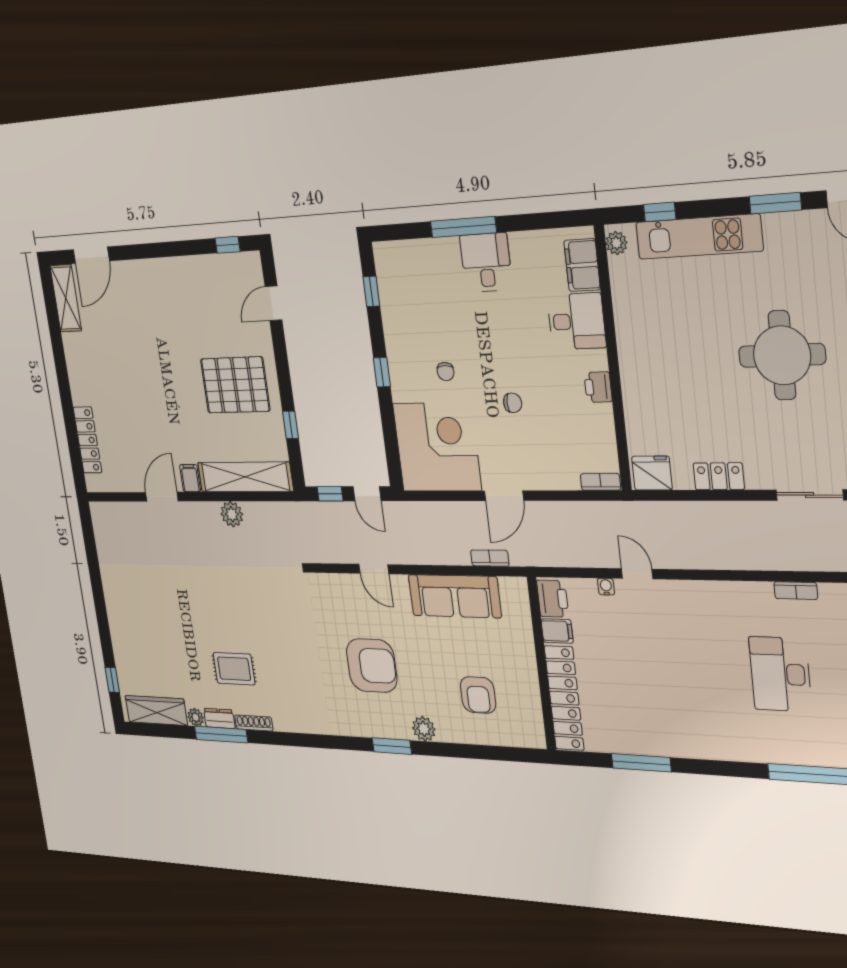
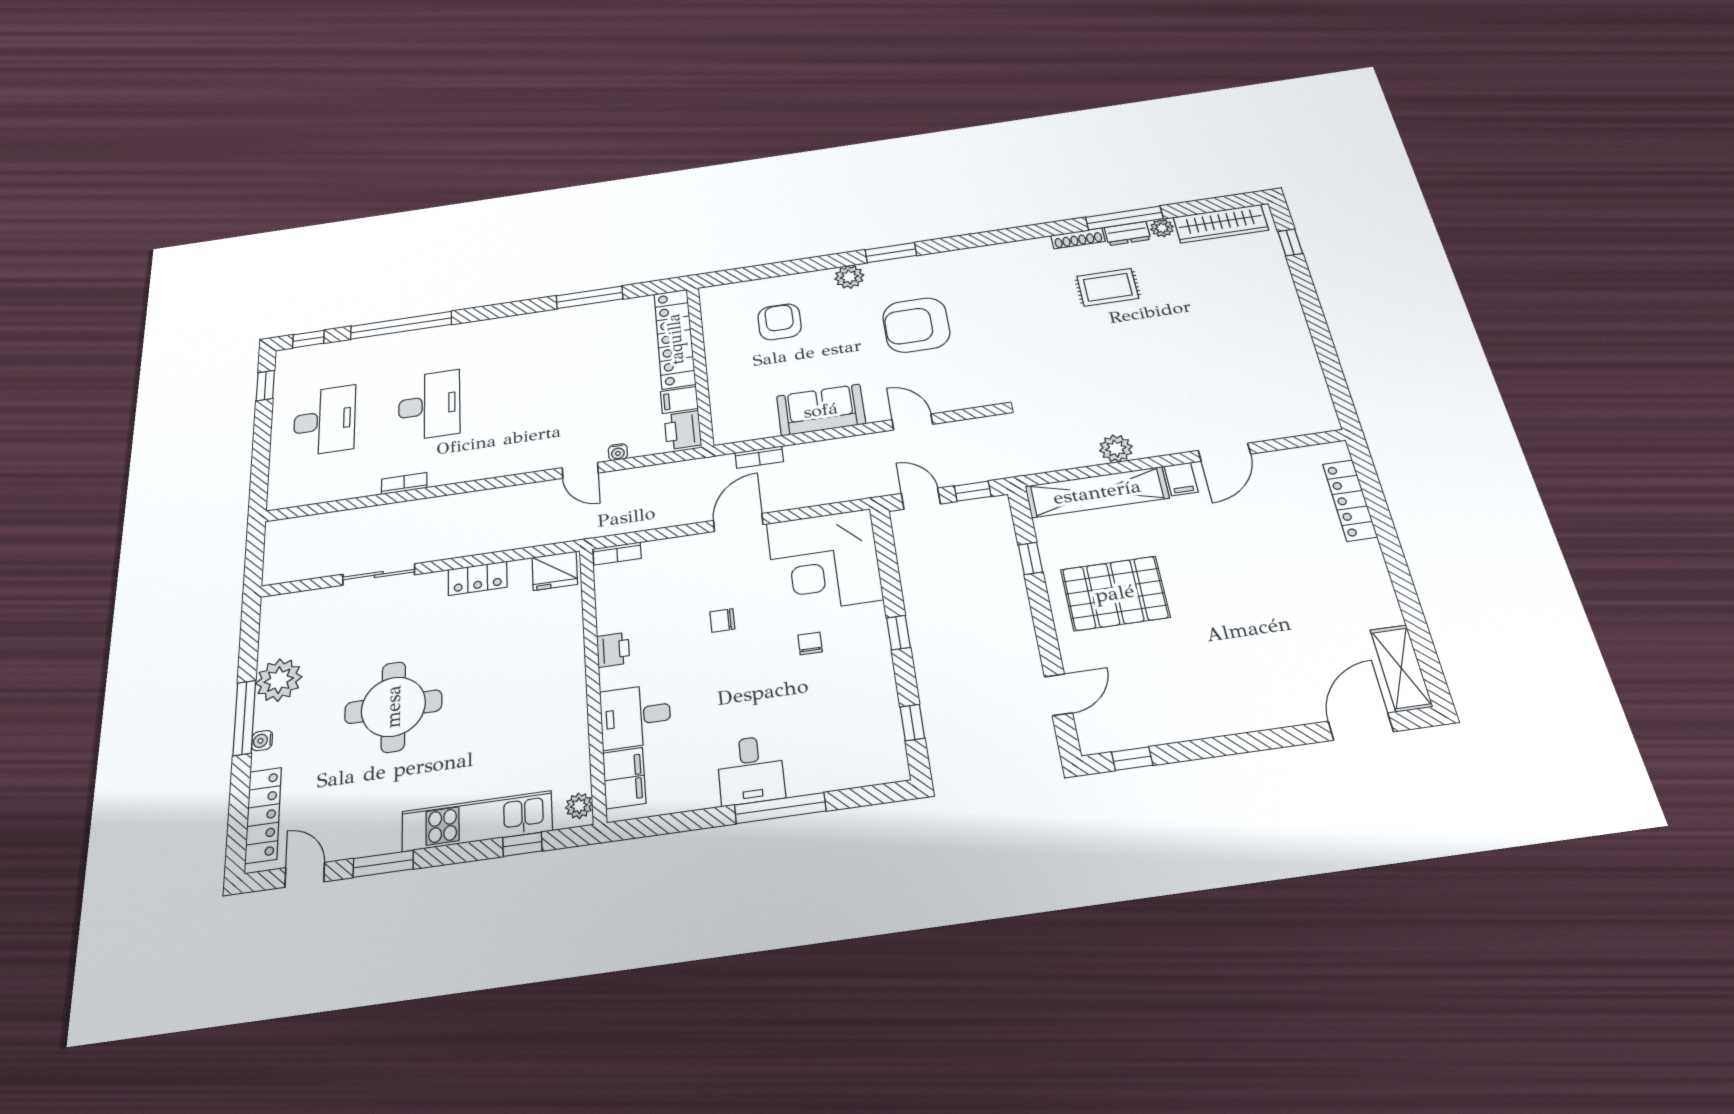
sofa: (455, 596) -> (821, 410), width x0.73

